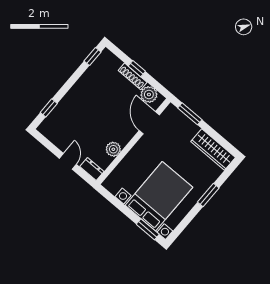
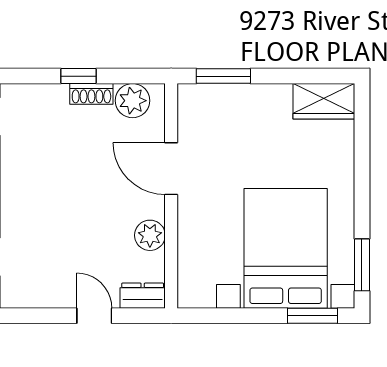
shoe rack: (133, 76) -> (91, 94), width x0.70
door: (149, 123) -> (171, 169), moved
wardrobe: (213, 150) -> (324, 101), width x0.67
window: (208, 195) -> (362, 265), moved

